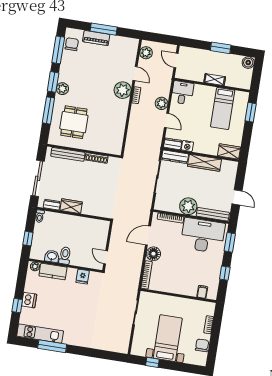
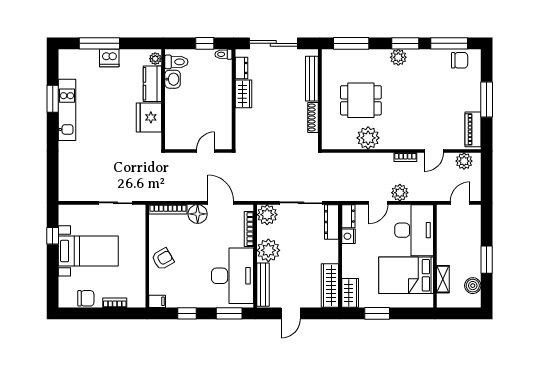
piano: (96, 38) -> (473, 129), moved
boiler: (248, 63) -> (473, 286), moved
shelving: (215, 80) -> (443, 279), moved
plant: (123, 90) -> (368, 138), moved
desk: (182, 93) -> (414, 230), width x1.87, depth x1.30
bed: (223, 108) -> (406, 275), width x1.50
window: (48, 110) -> (351, 43), moved
window: (251, 112) -> (377, 313), moved
dining table: (74, 122) -> (361, 100), moved
wardrobe: (204, 163) -> (330, 285), moved
plant: (162, 203) -> (267, 215), added
window: (28, 239) -> (205, 43), moved
toilet: (65, 256) -> (176, 62), moved
door: (106, 257) -> (206, 151), moved
fridge: (83, 277) -> (149, 117), width x1.88, depth x1.34
armchair: (182, 284) -> (163, 259), added
filing cabinet: (202, 292) -> (157, 301), moved
window: (17, 306) -> (99, 43), width x2.17
kitchen unit: (40, 334) -> (67, 110), moved
window: (52, 346) -> (53, 99), width x0.69

